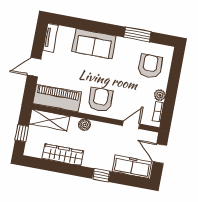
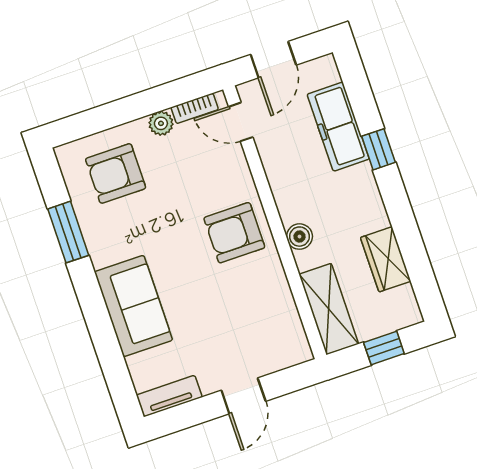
door: (34, 67) -> (243, 396), hinge flipped
piano: (57, 98) -> (278, 318), removed
door: (131, 125) -> (241, 122), moved
wardrobe: (63, 155) -> (386, 259), width x0.67
freezer: (132, 167) -> (338, 127), moved

